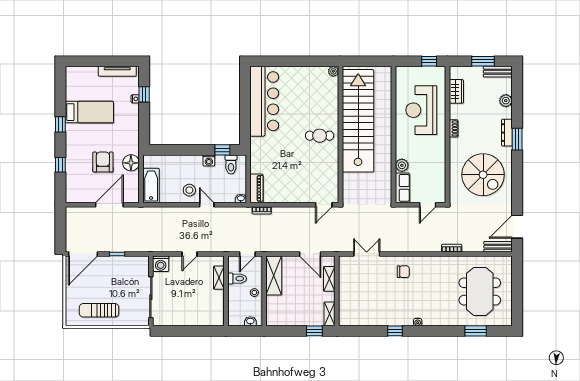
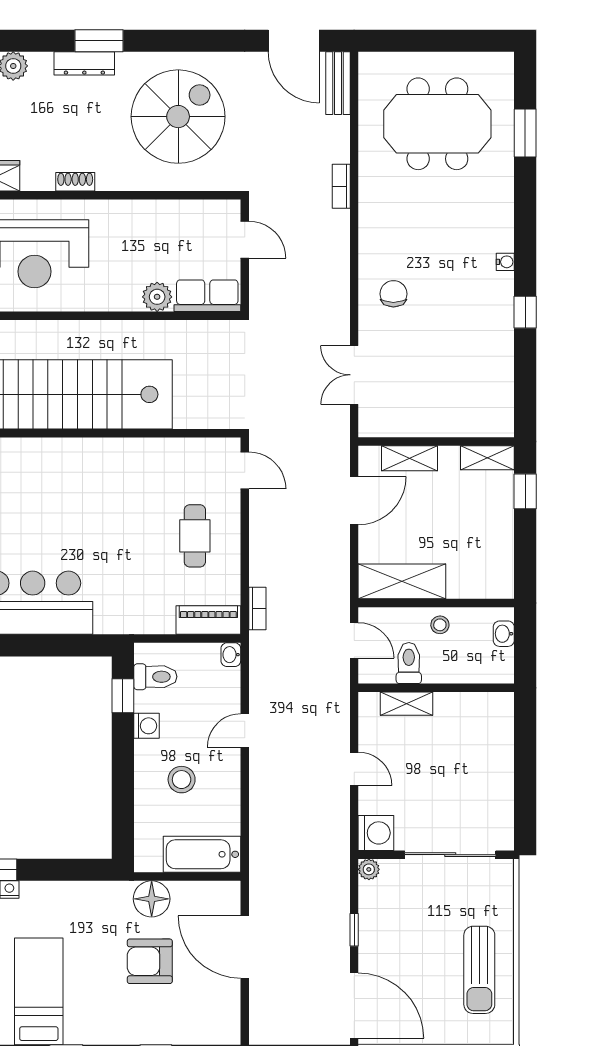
cafe table: (320, 136) -> (195, 536), moved
stool: (189, 190) -> (182, 780), moved
plant: (144, 261) -> (369, 869), added

